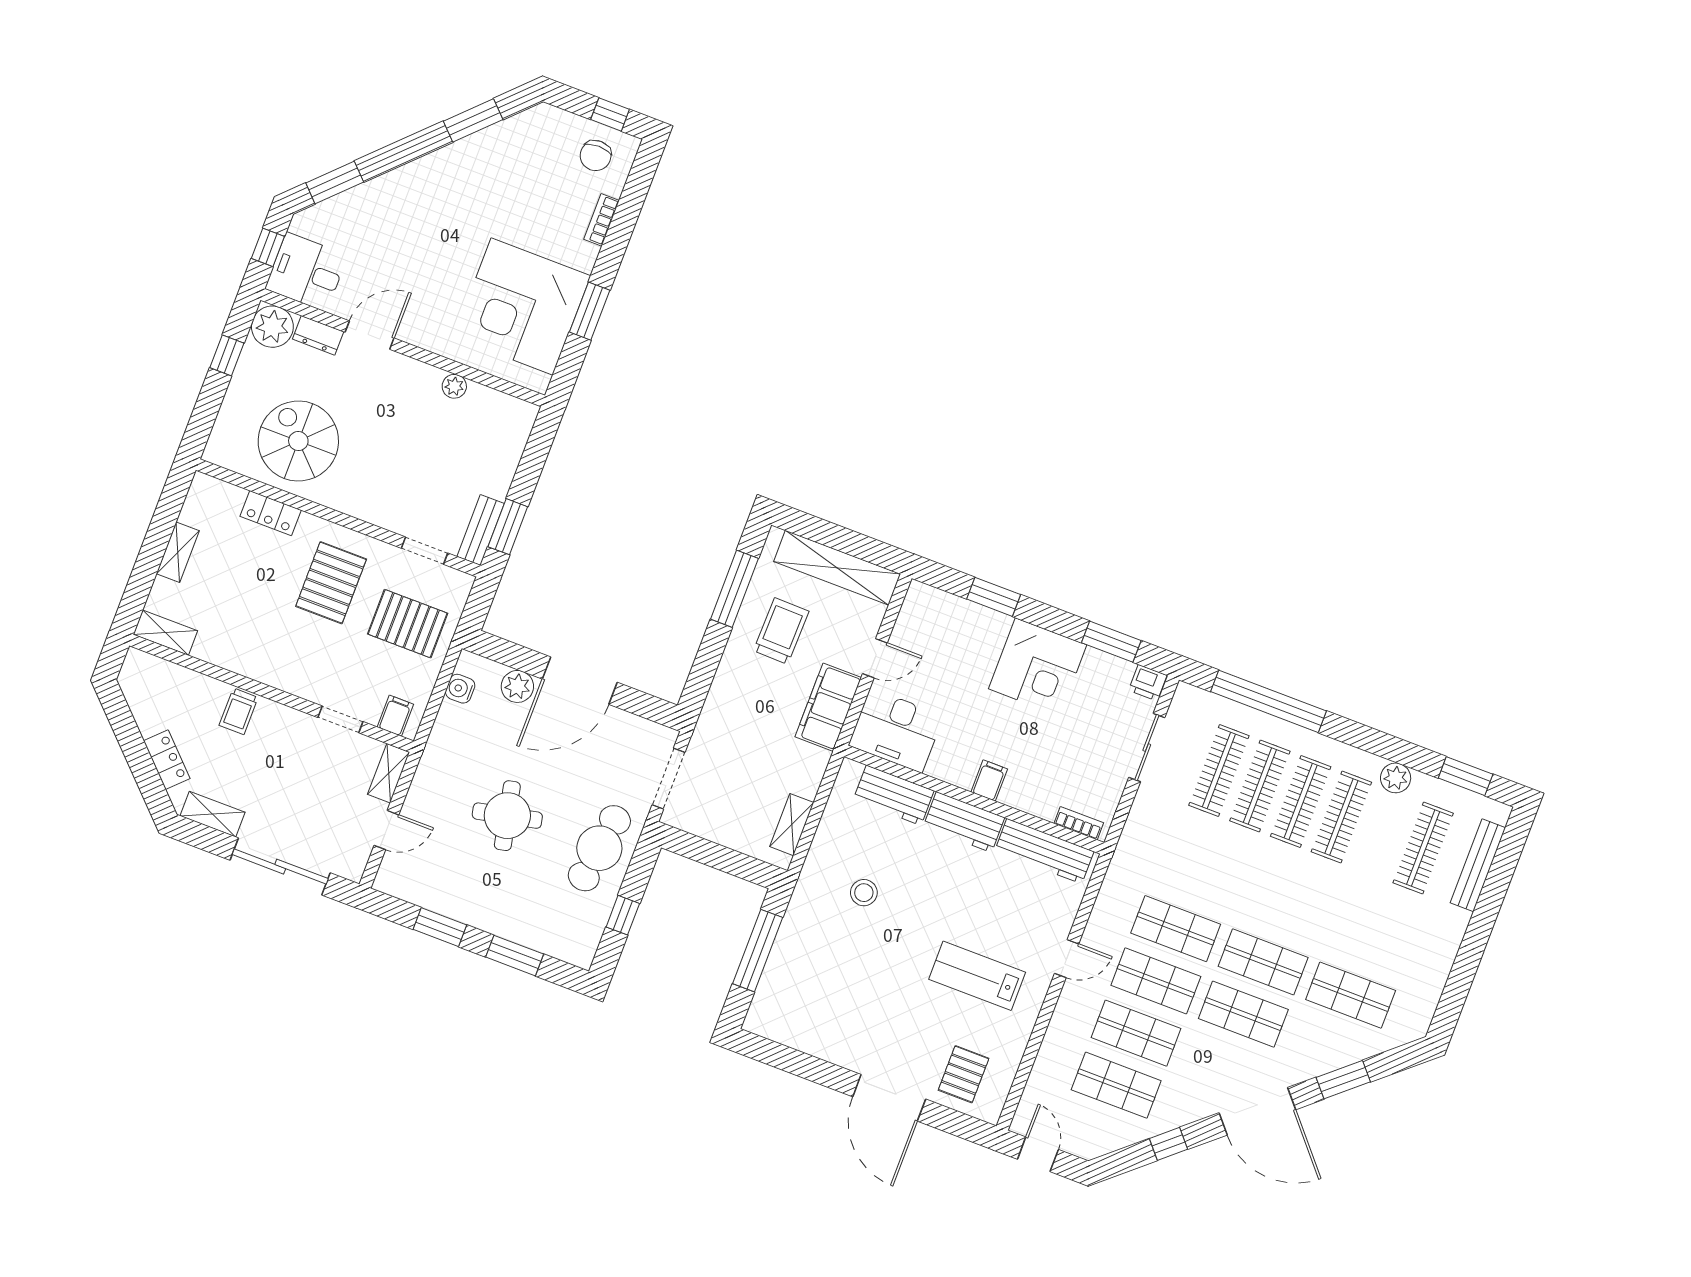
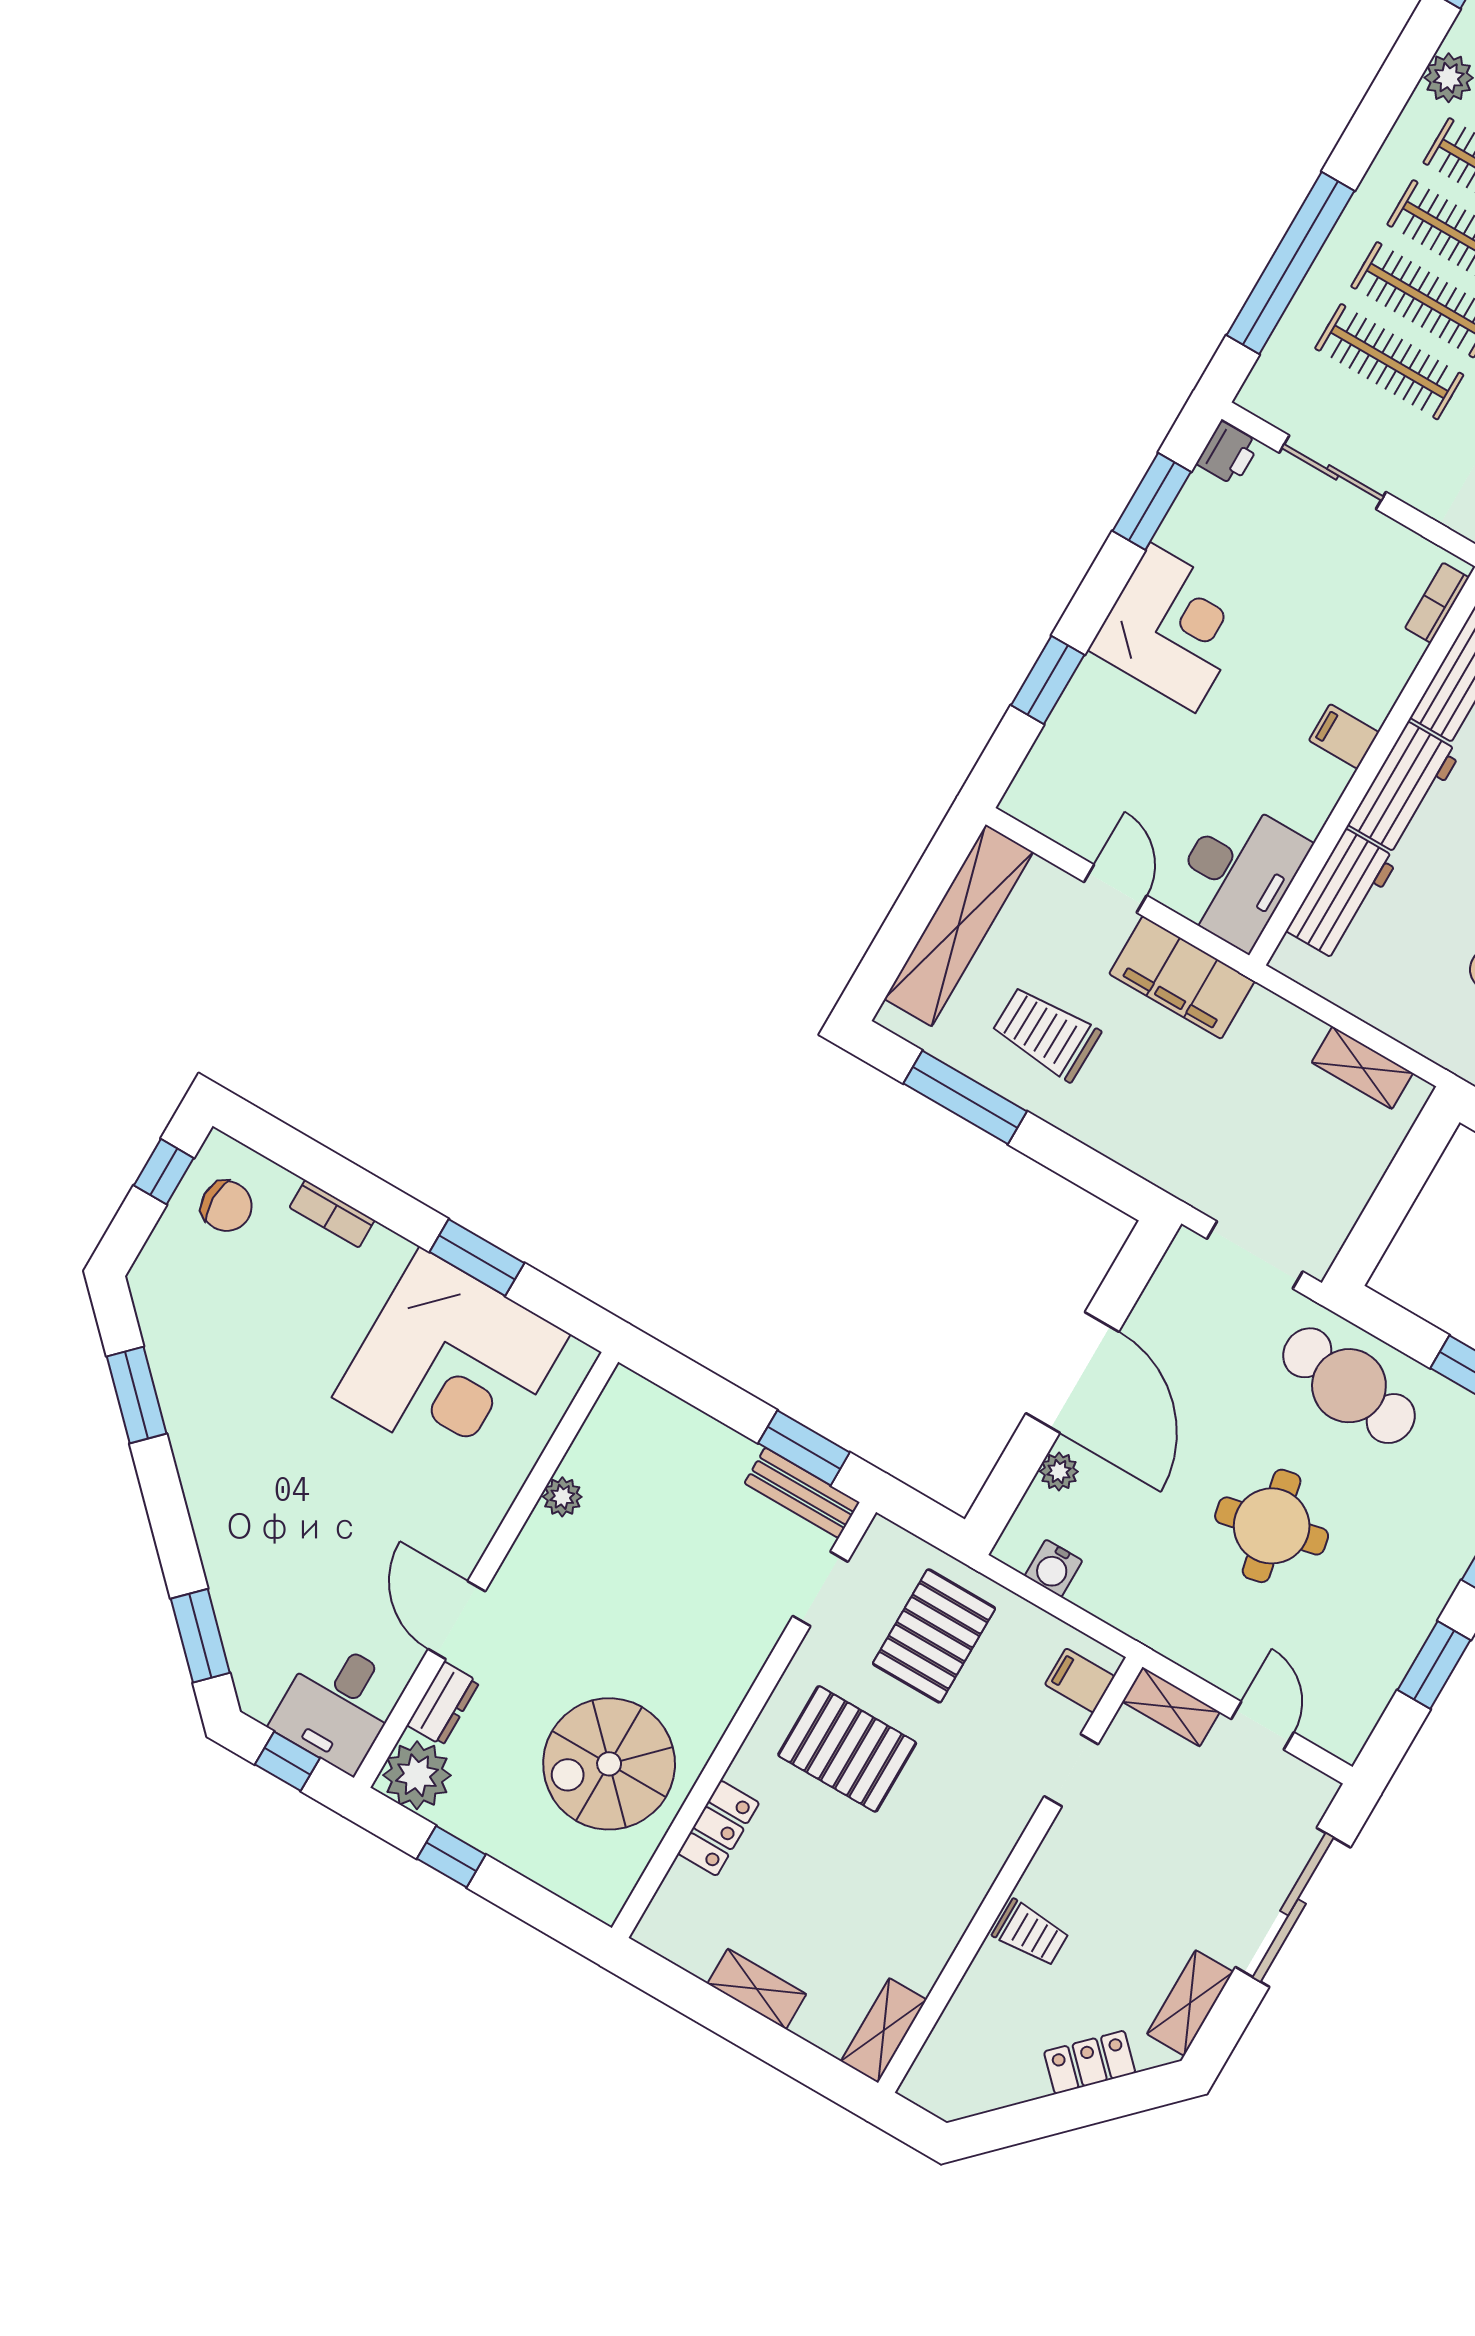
plant: (517, 686) -> (1059, 1472), width x0.73, depth x0.73

